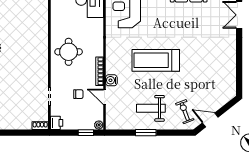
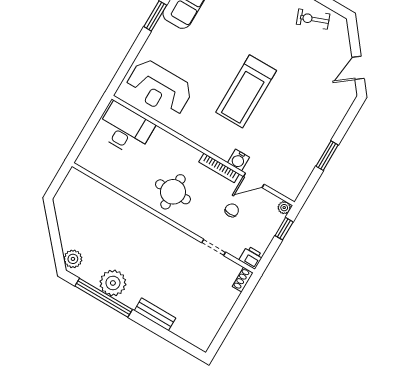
weight bench: (151, 108) -> (301, 132), removed
exercise bike: (185, 112) -> (313, 19), moved

